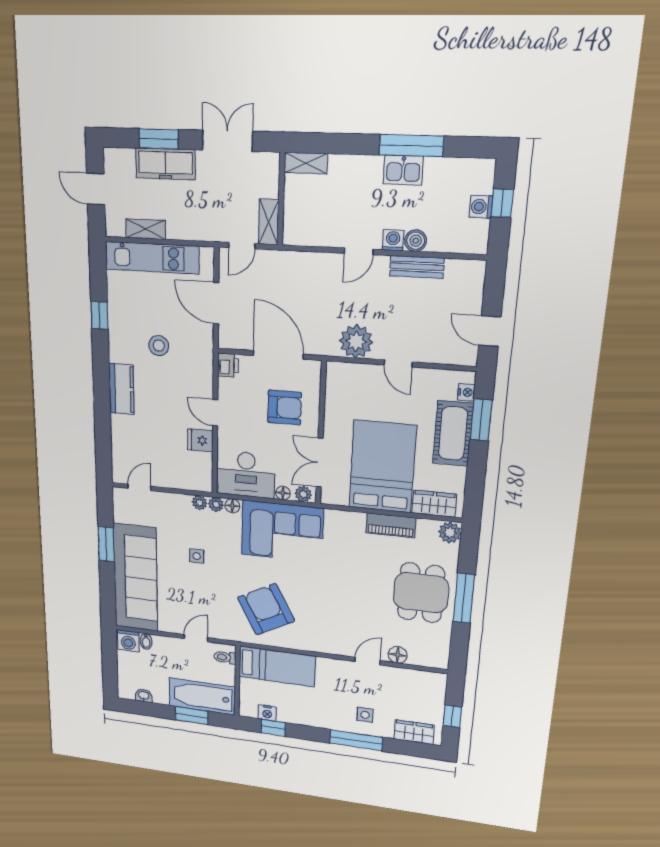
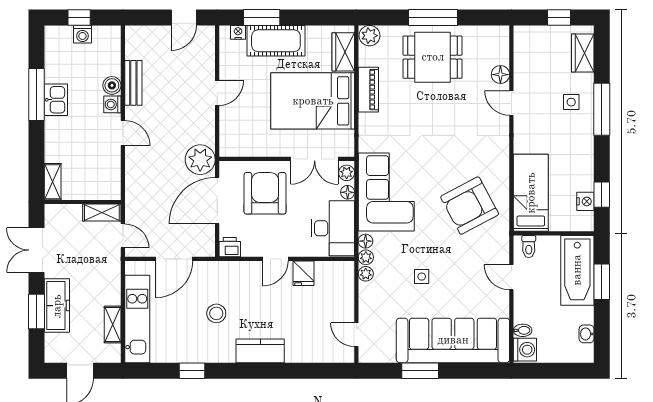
plant: (356, 341) -> (200, 160), moved
armchair: (285, 407) -> (265, 193), width x1.36, depth x1.36

